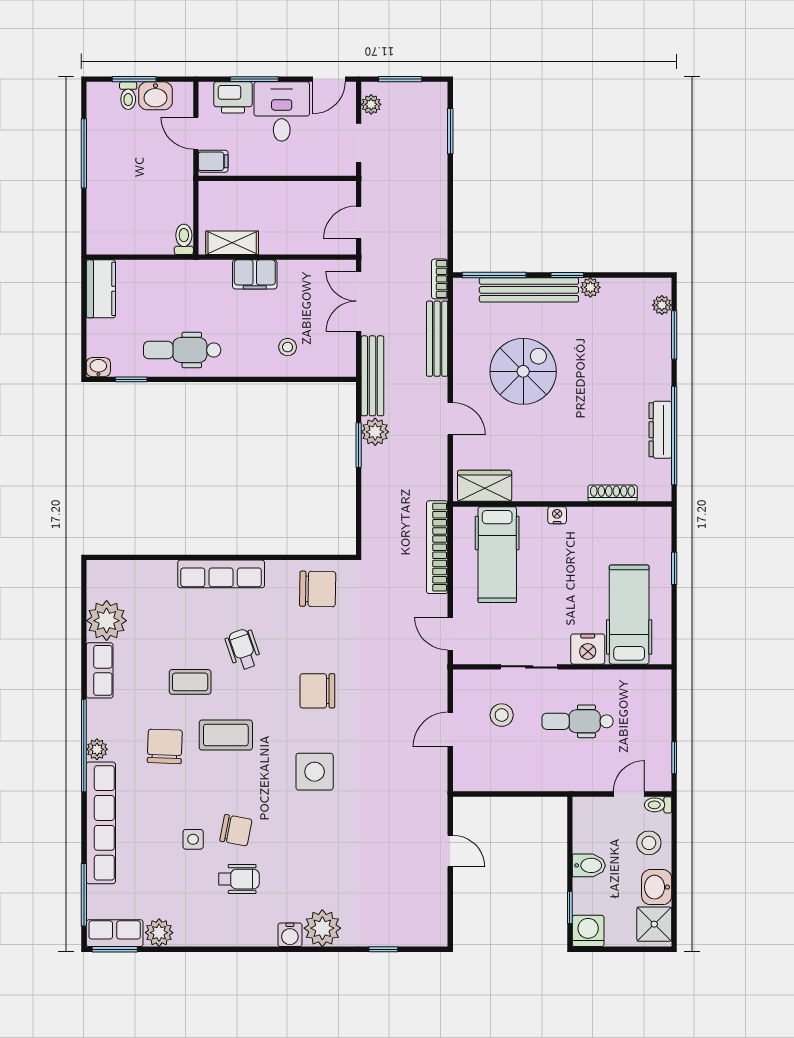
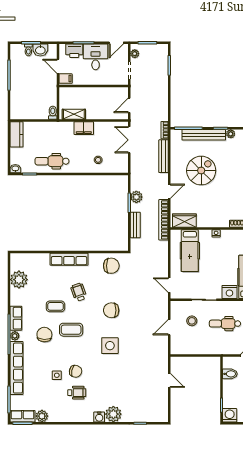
bench: (372, 376) -> (135, 225), moved, width x0.73
door: (450, 419) -> (169, 191), hinge flipped
bookcase: (437, 547) -> (164, 220), moved
row of seats: (100, 670) -> (16, 318), moved
bidet: (589, 865) -> (230, 374), moved

